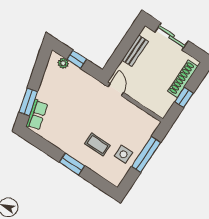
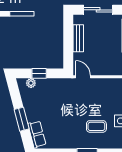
window: (28, 102) -> (22, 119), moved

